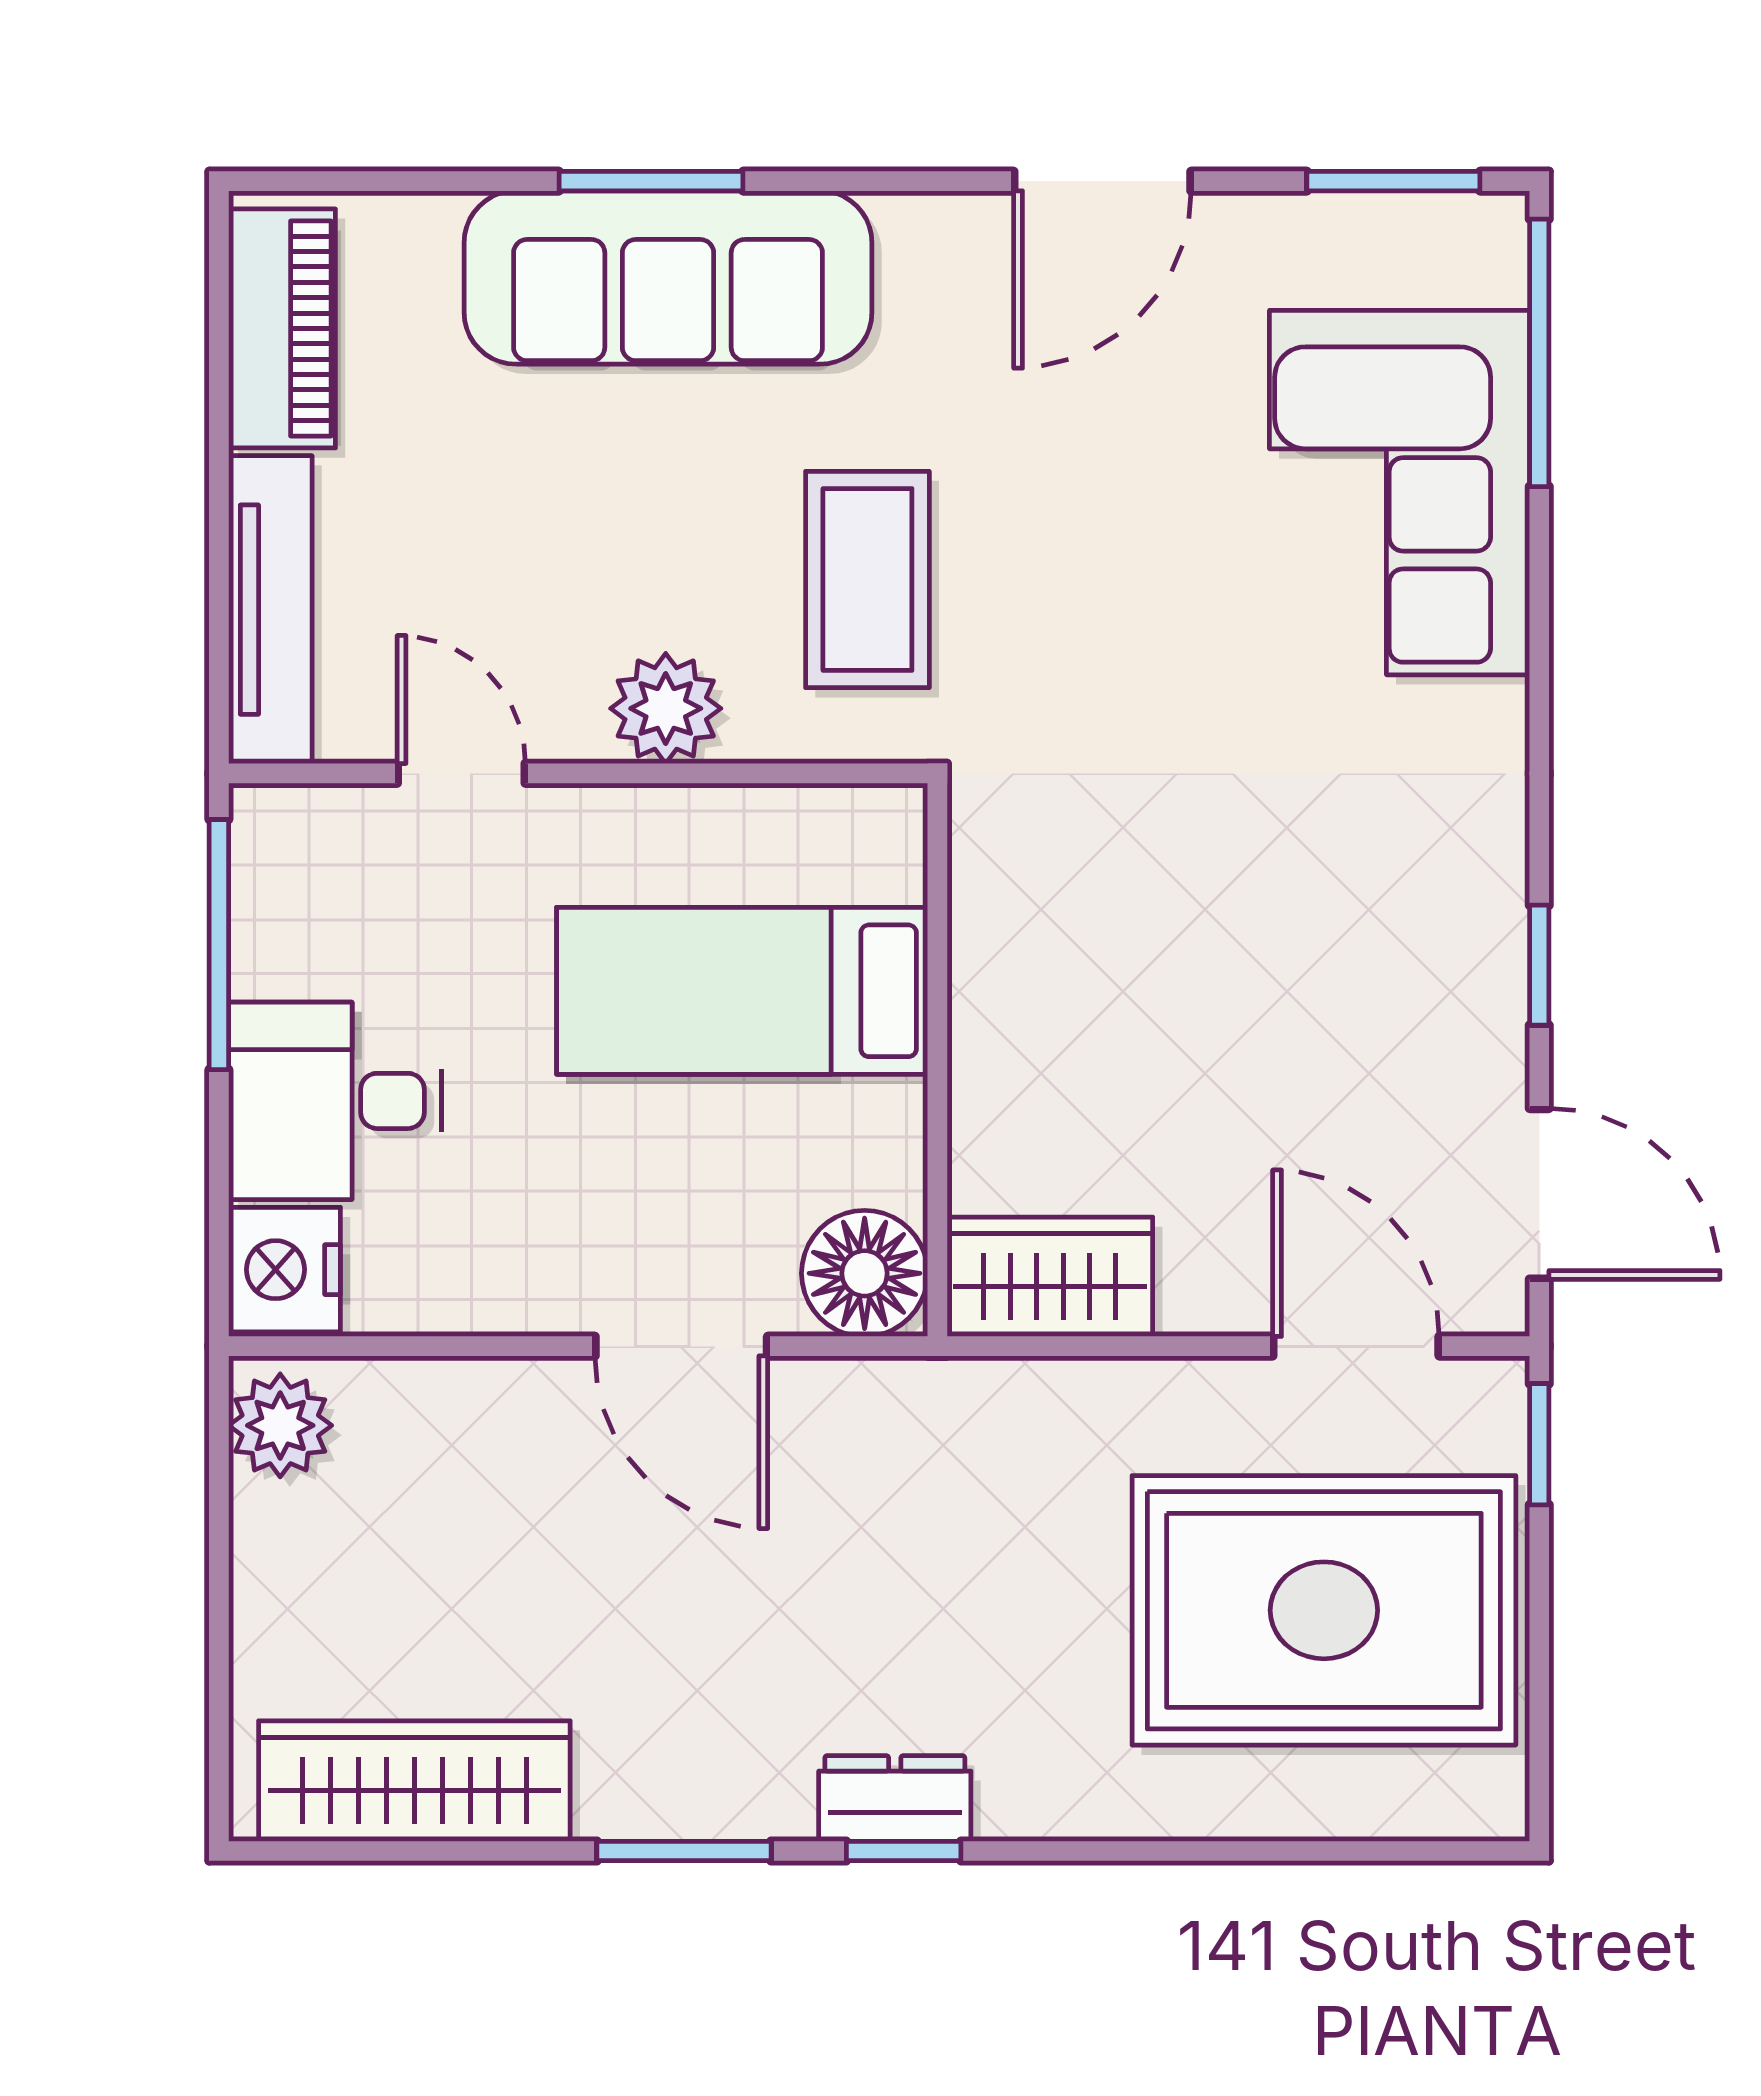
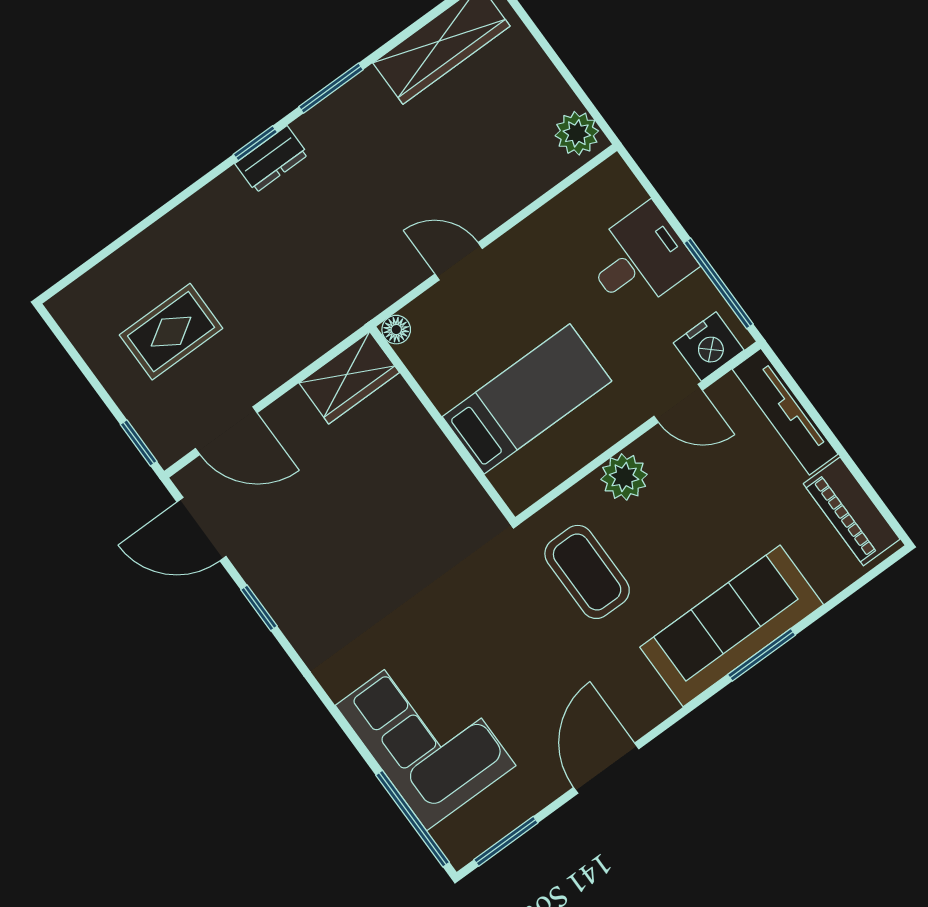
nightstand: (284, 1270) -> (709, 346), moved, turned 90
floor lamp: (865, 1273) -> (396, 330), width x0.53, depth x0.53
door: (681, 1346) -> (459, 261), width x0.73
rug: (1324, 1610) -> (171, 332), width x0.54, depth x0.49

